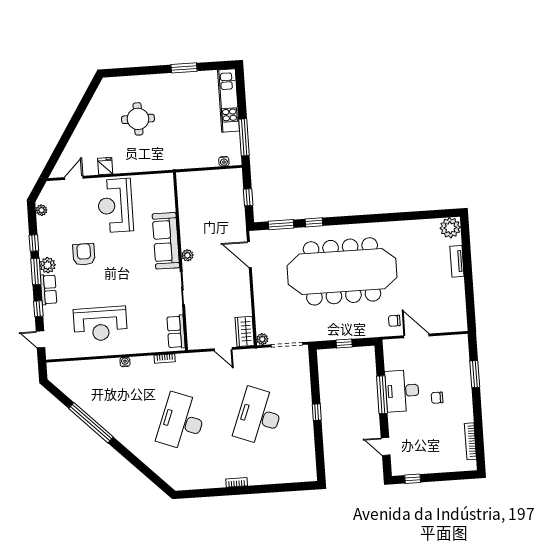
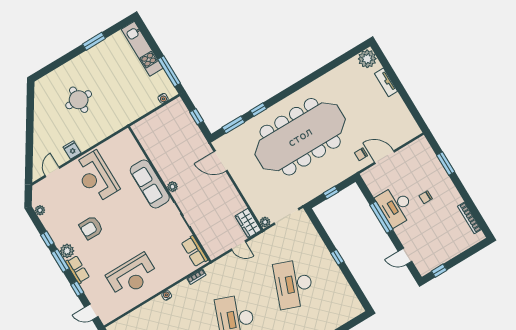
armchair: (84, 254) -> (91, 228), turned -90

